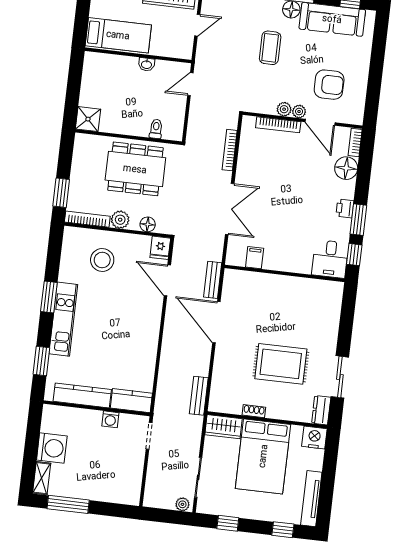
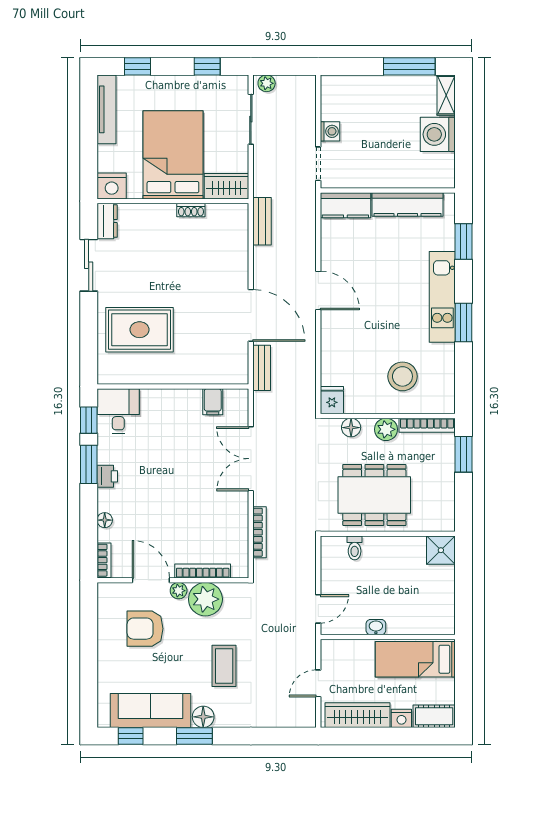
plant: (284, 109) -> (205, 599), width x1.87, depth x1.87
floor lamp: (346, 168) -> (105, 520), width x0.53, depth x0.53
door: (167, 280) -> (318, 290), moved
rug: (281, 364) -> (140, 330), moved
washing machine: (110, 419) -> (330, 131), moved, turned 90

